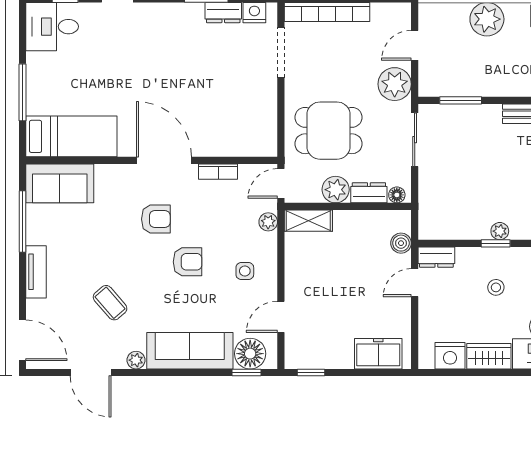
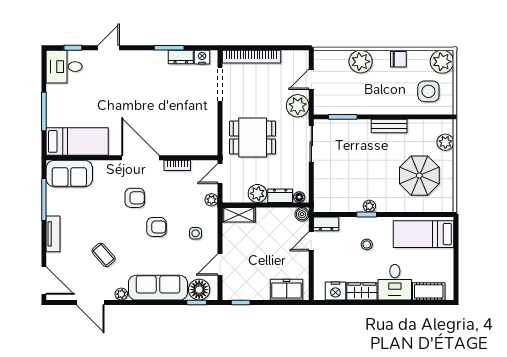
plant: (336, 190) -> (257, 193), moved
dresser: (369, 193) -> (280, 196), moved
floor lamp: (397, 195) -> (299, 197), moved
wall: (348, 206) -> (266, 205), moved
shelving: (308, 221) -> (239, 215), moved

